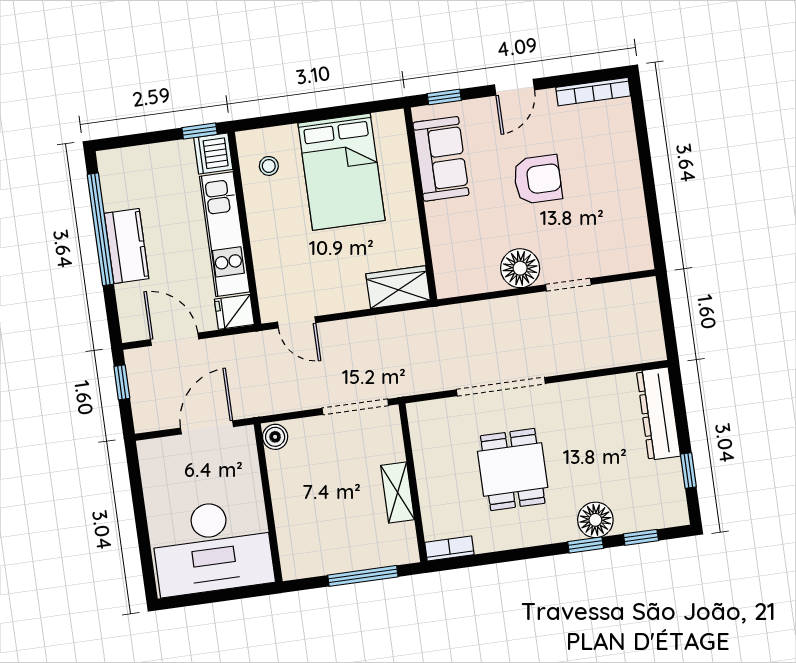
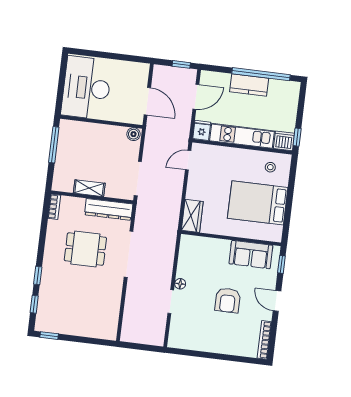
floor lamp: (520, 268) -> (180, 284), width x0.53, depth x0.53
dresser: (658, 414) -> (109, 209), moved, turned 180
window: (688, 470) -> (49, 336), moved
floor lamp: (595, 520) -> (49, 284), removed
window: (363, 576) -> (54, 145), moved

